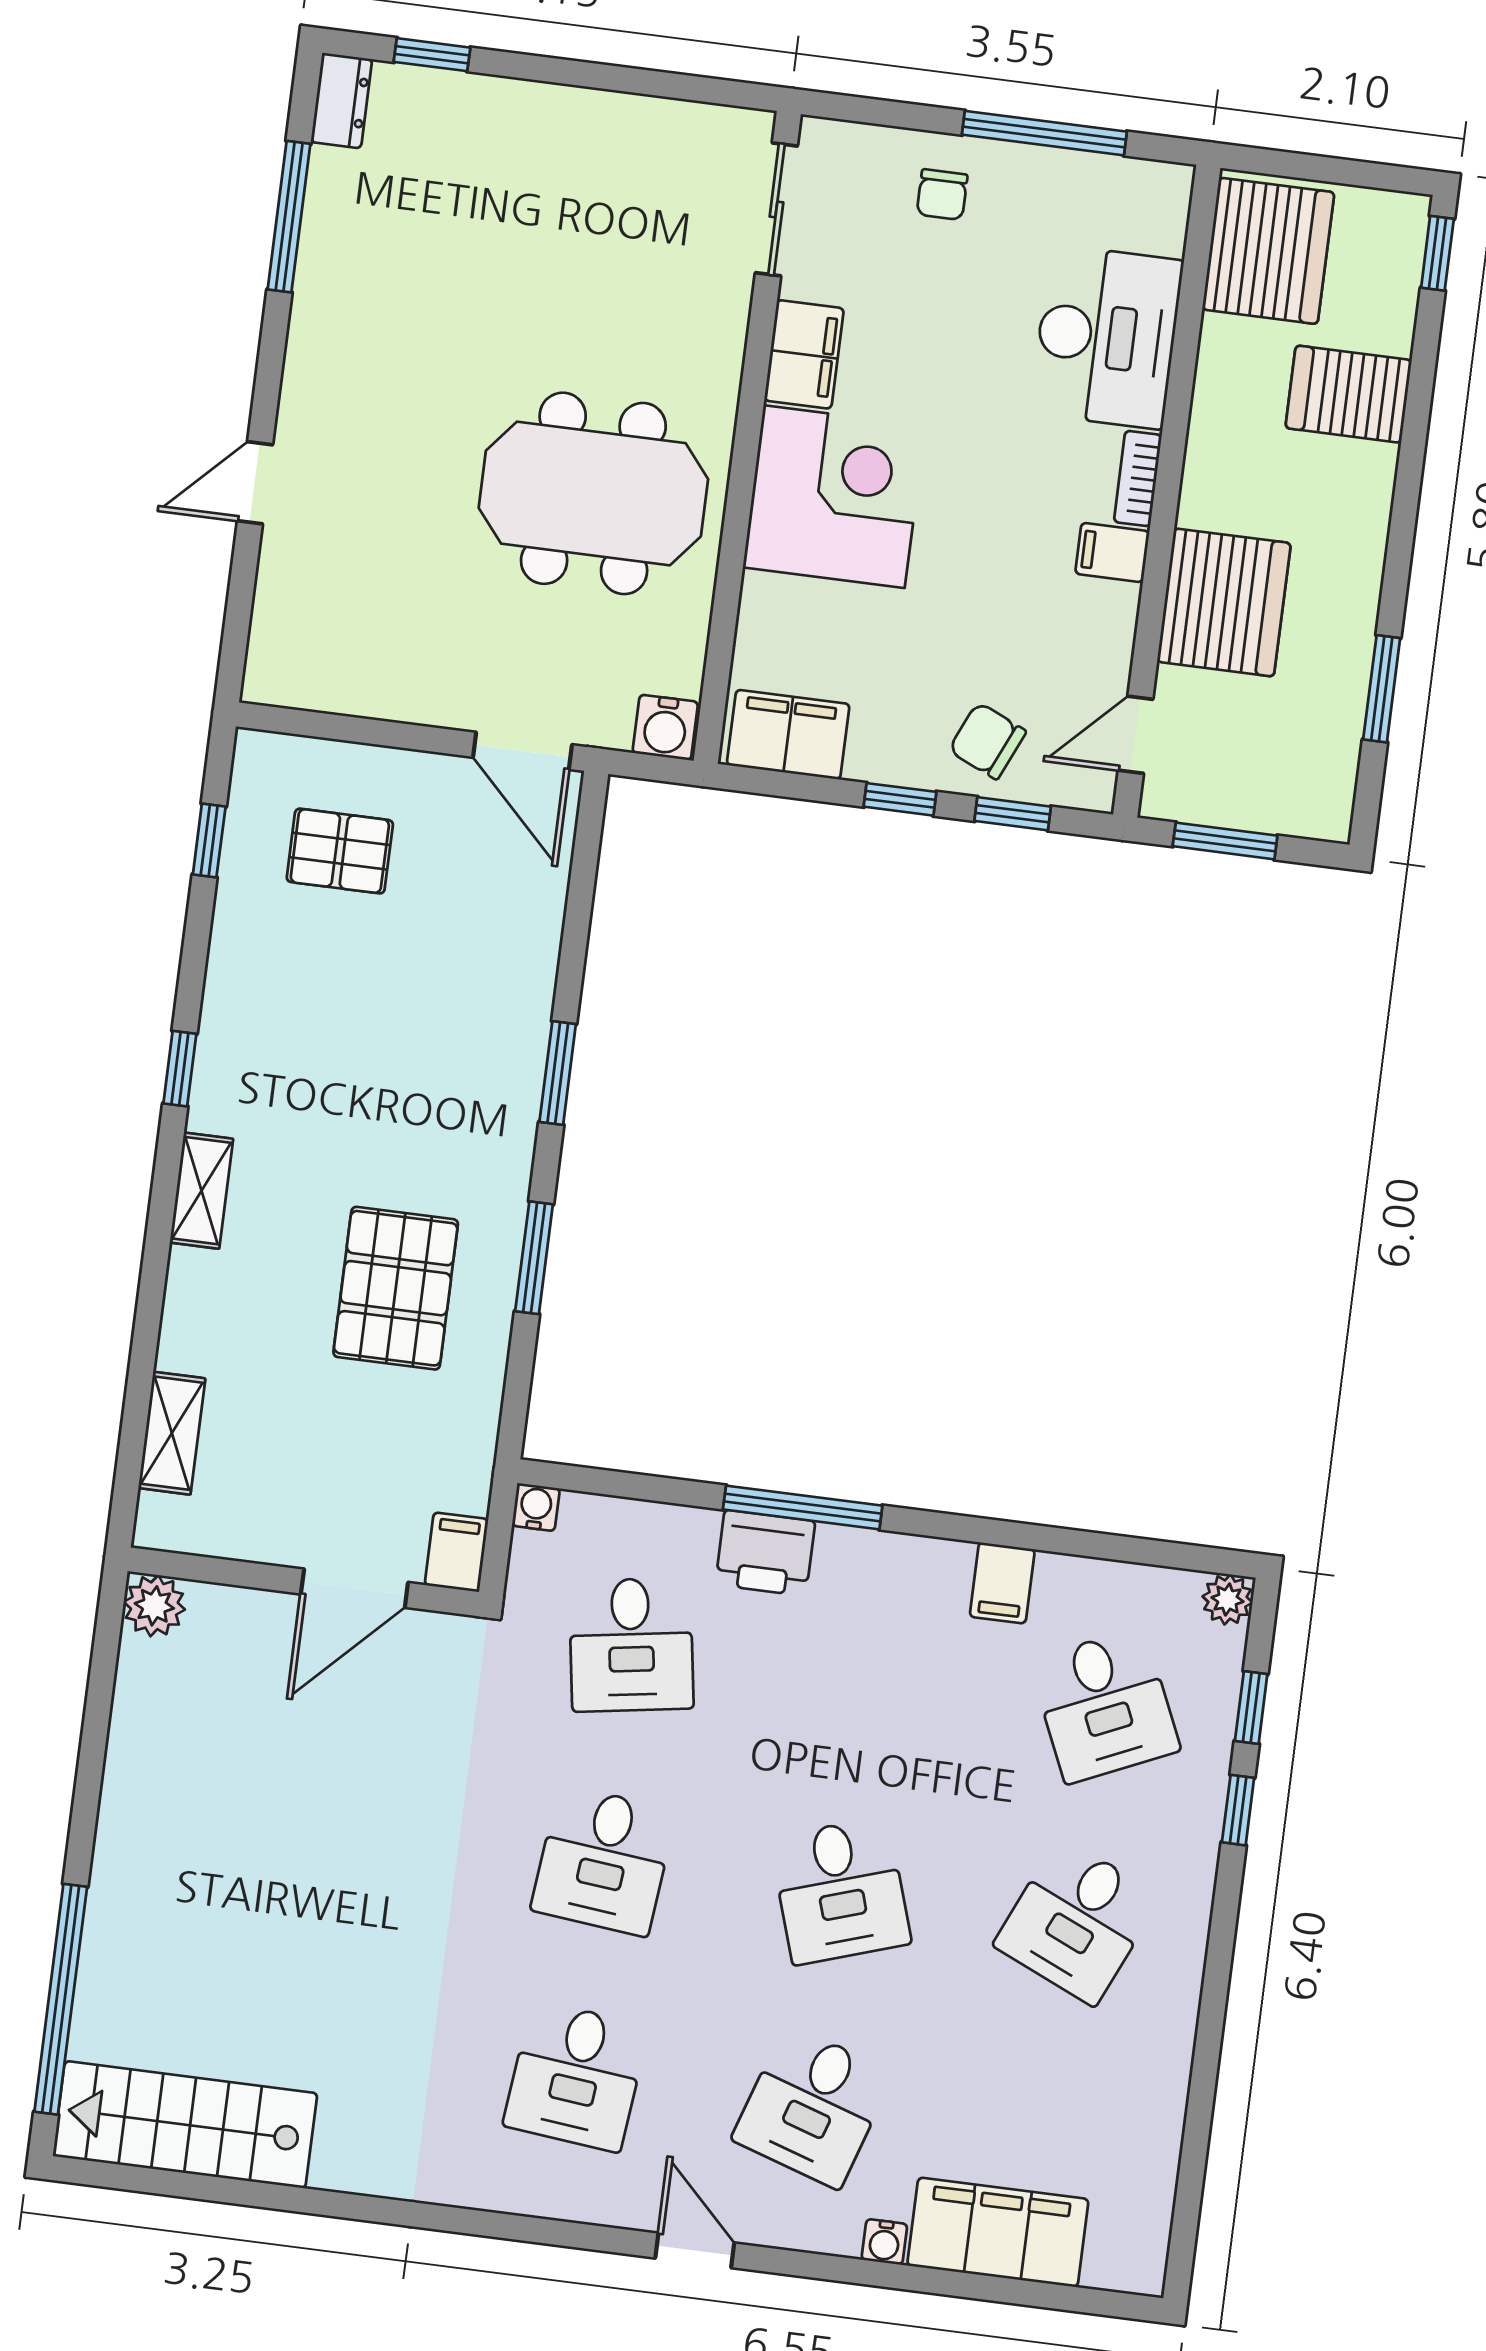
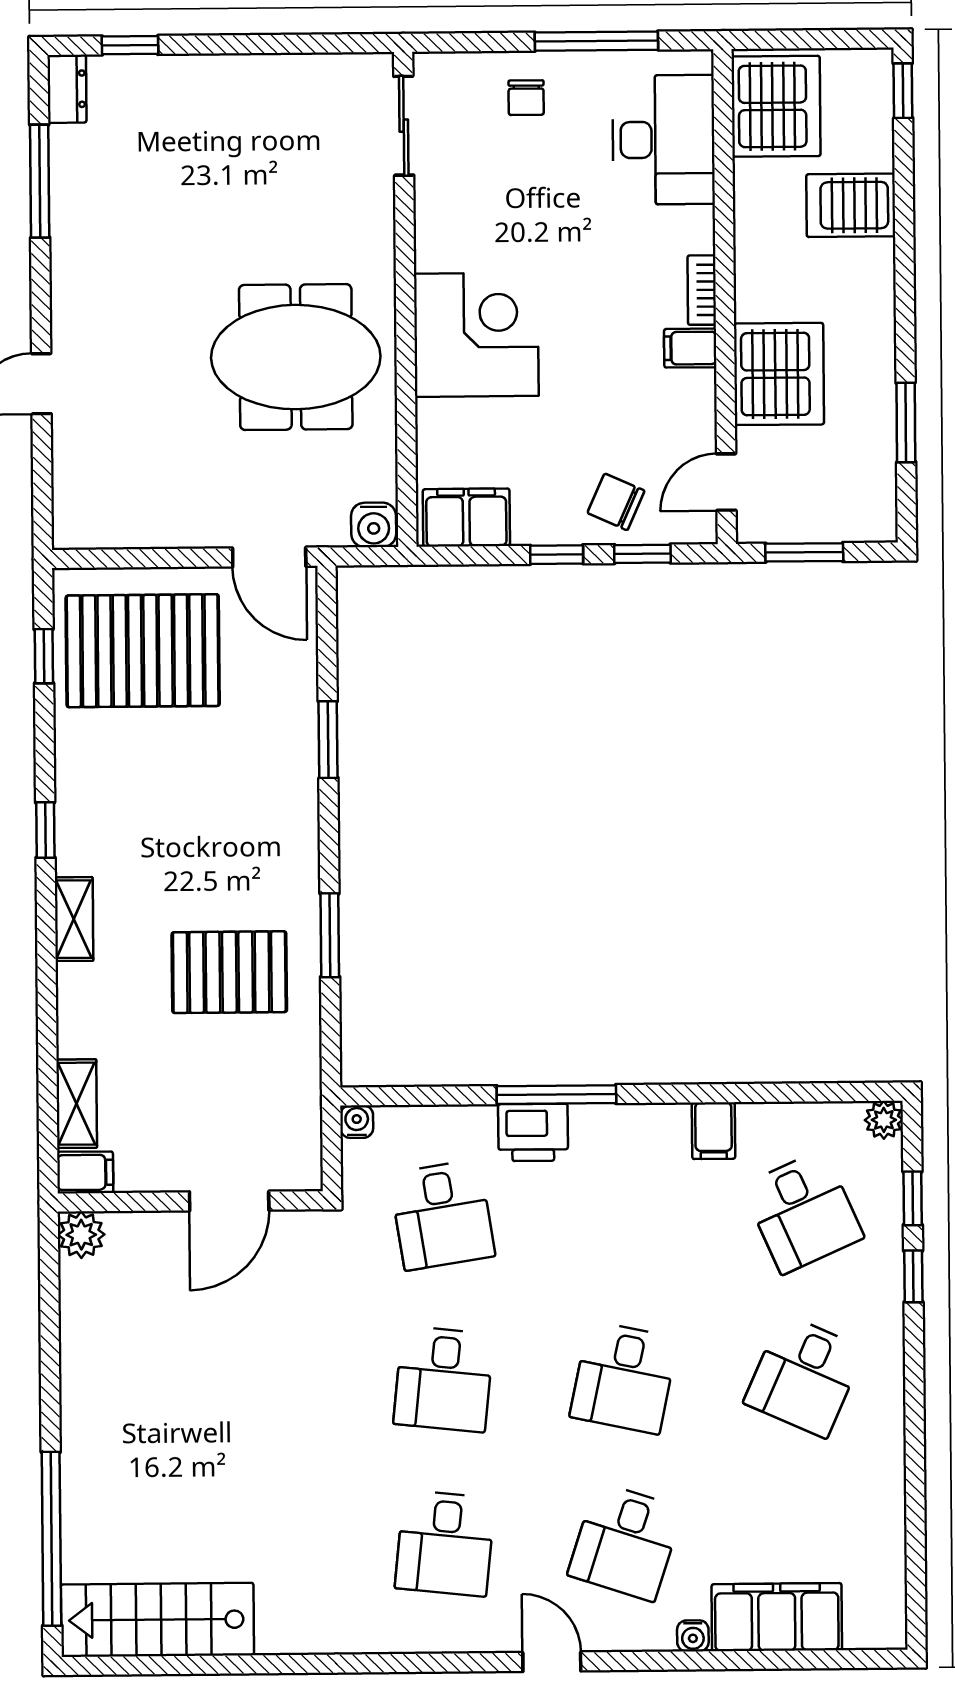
desk: (1107, 337) -> (664, 140), moved
filing cabinet: (804, 354) -> (439, 231), removed
pallet: (340, 851) -> (143, 651), width x2.05, depth x2.00
window: (558, 1073) -> (328, 740), moved
pallet: (396, 1288) -> (229, 972), turned 90
filing cabinet: (456, 1552) -> (85, 1172), moved, turned 90
desk: (840, 1891) -> (624, 1378), turned 30

